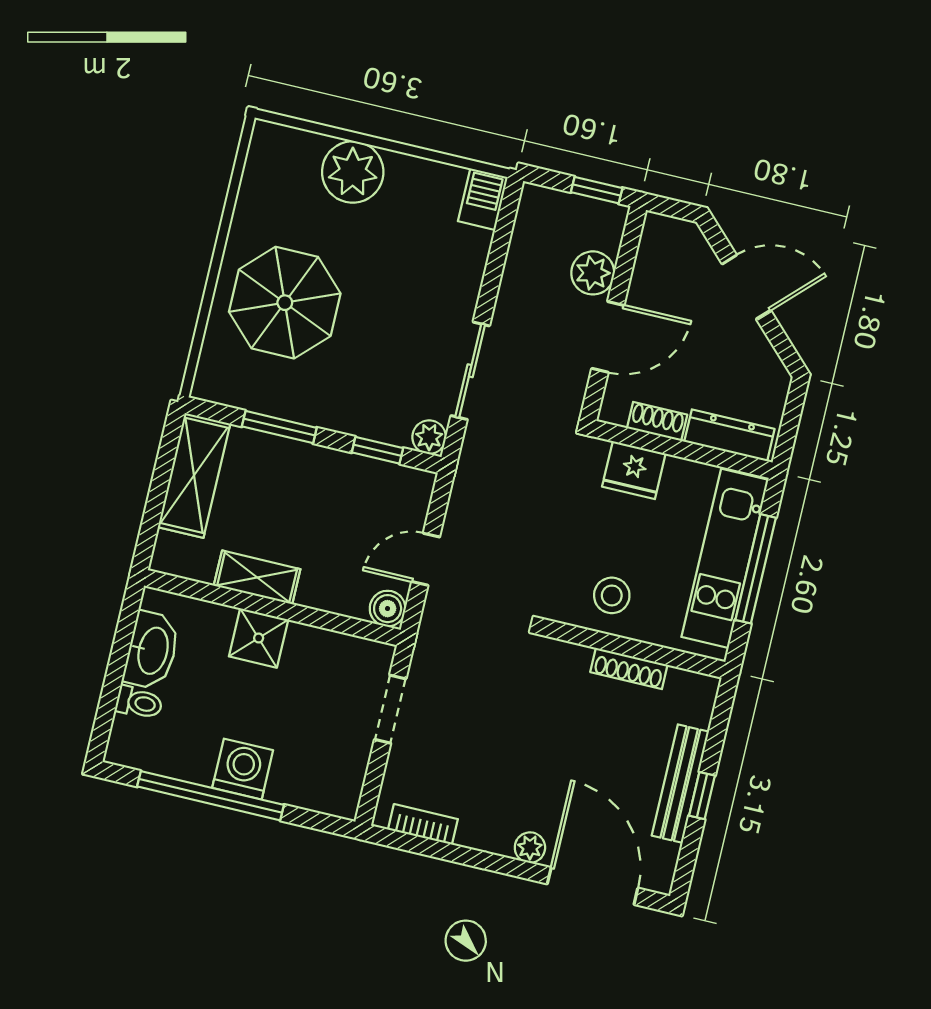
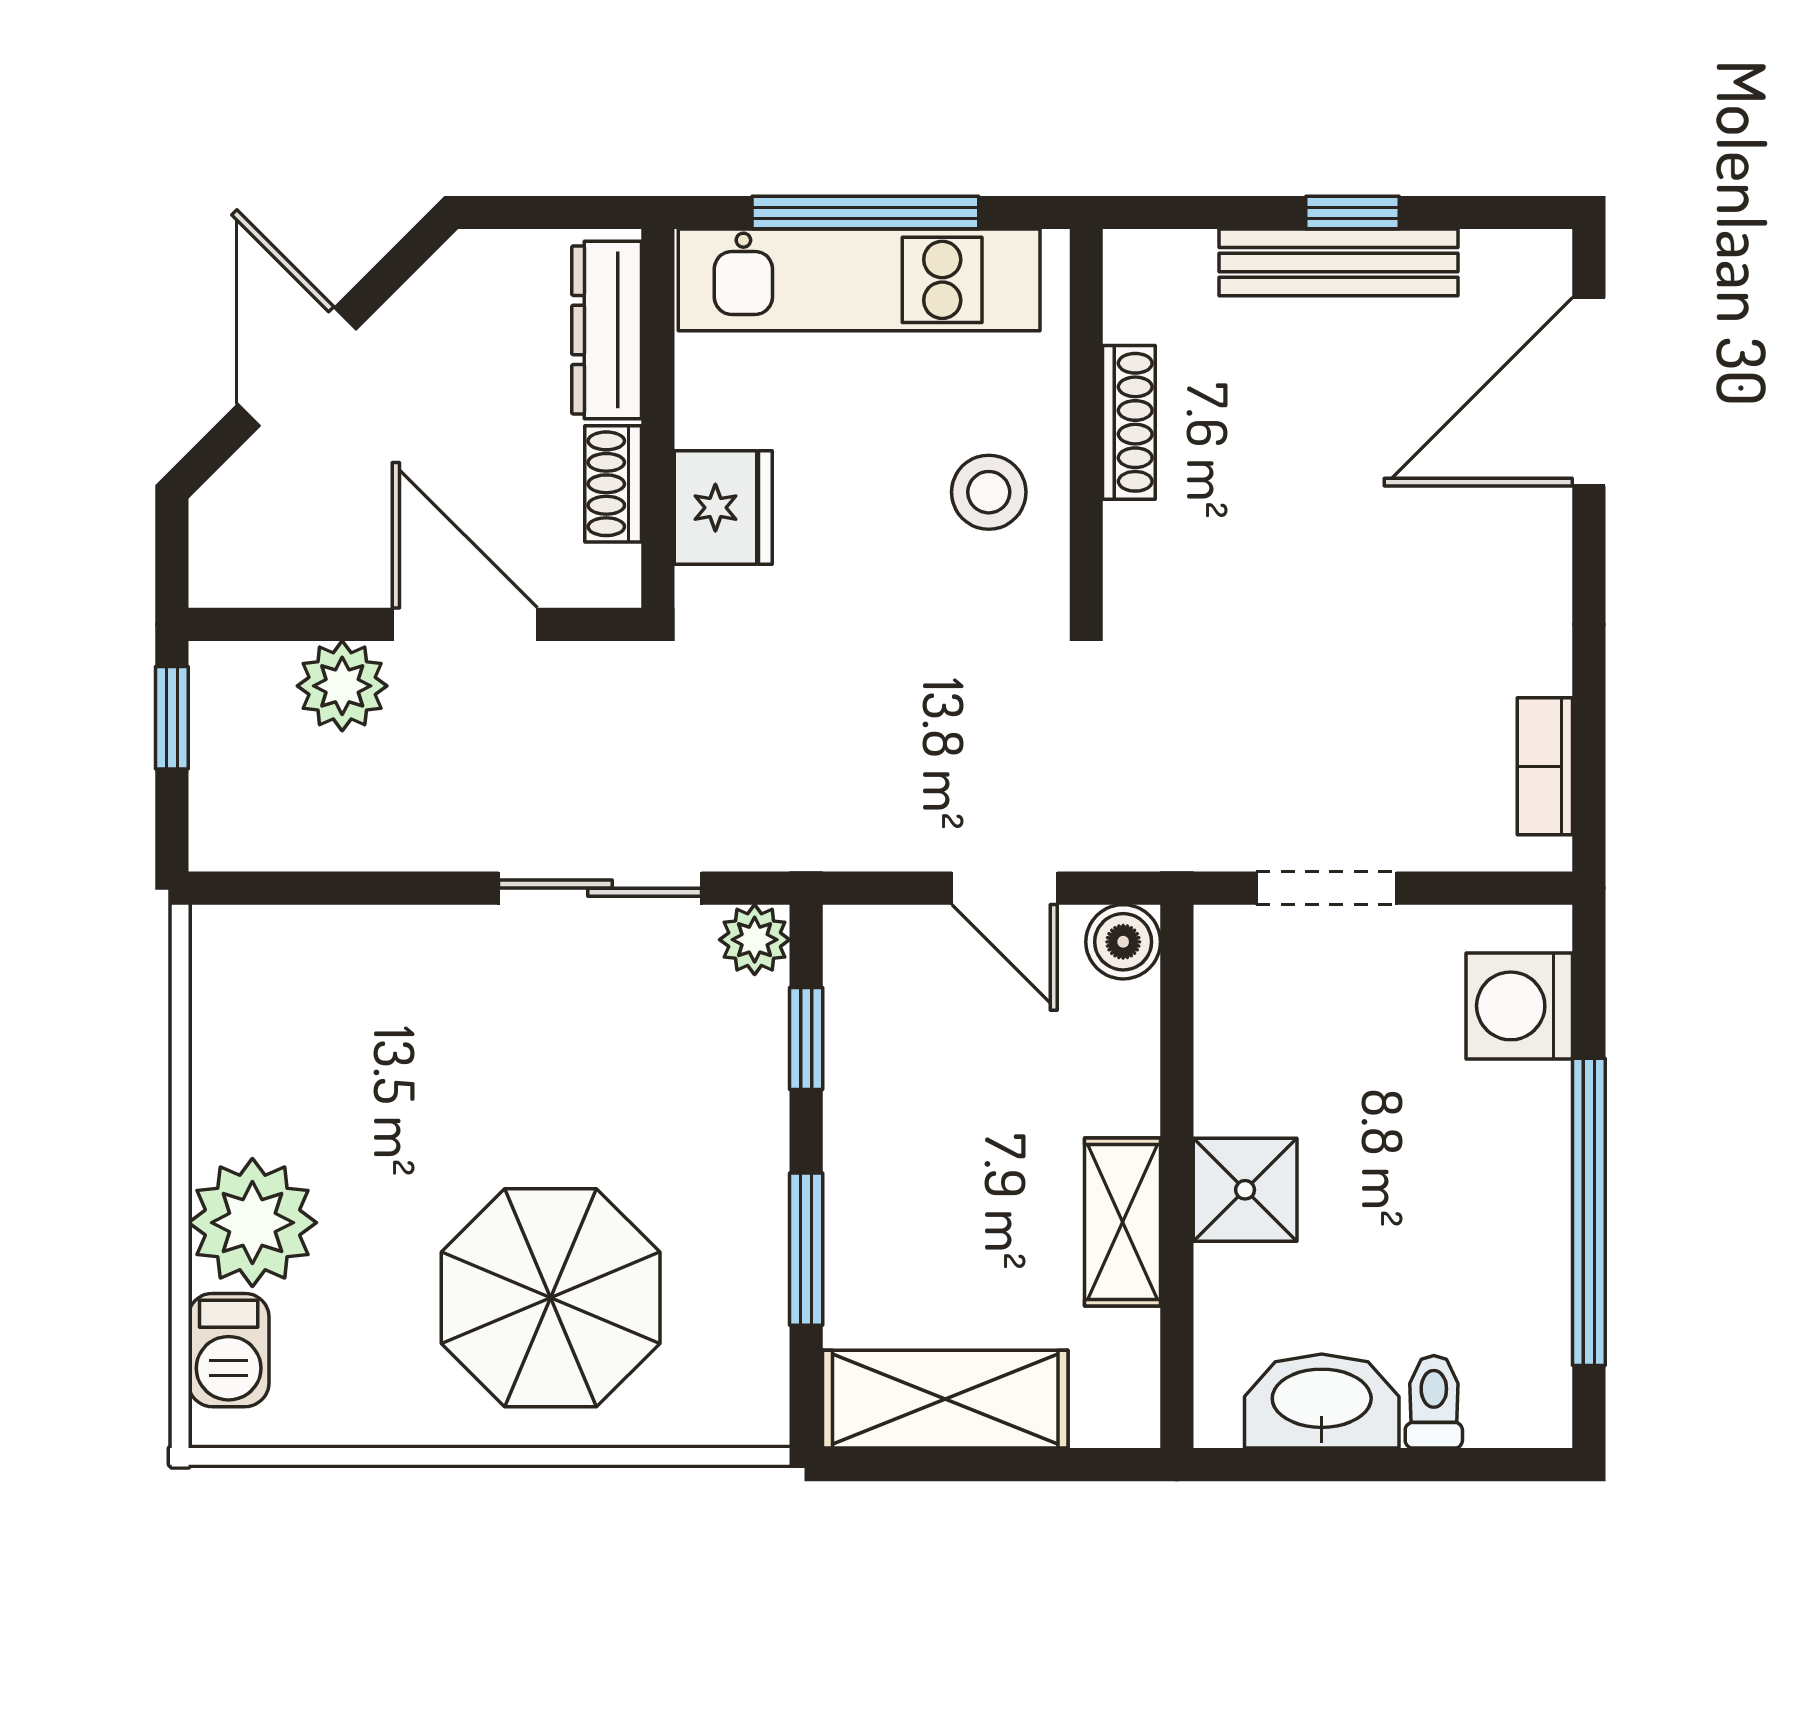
barbecue: (483, 199) -> (229, 1350), moved, turned -90
washing machine: (243, 769) -> (1519, 1006), moved
plant: (530, 848) -> (1541, 537), removed

